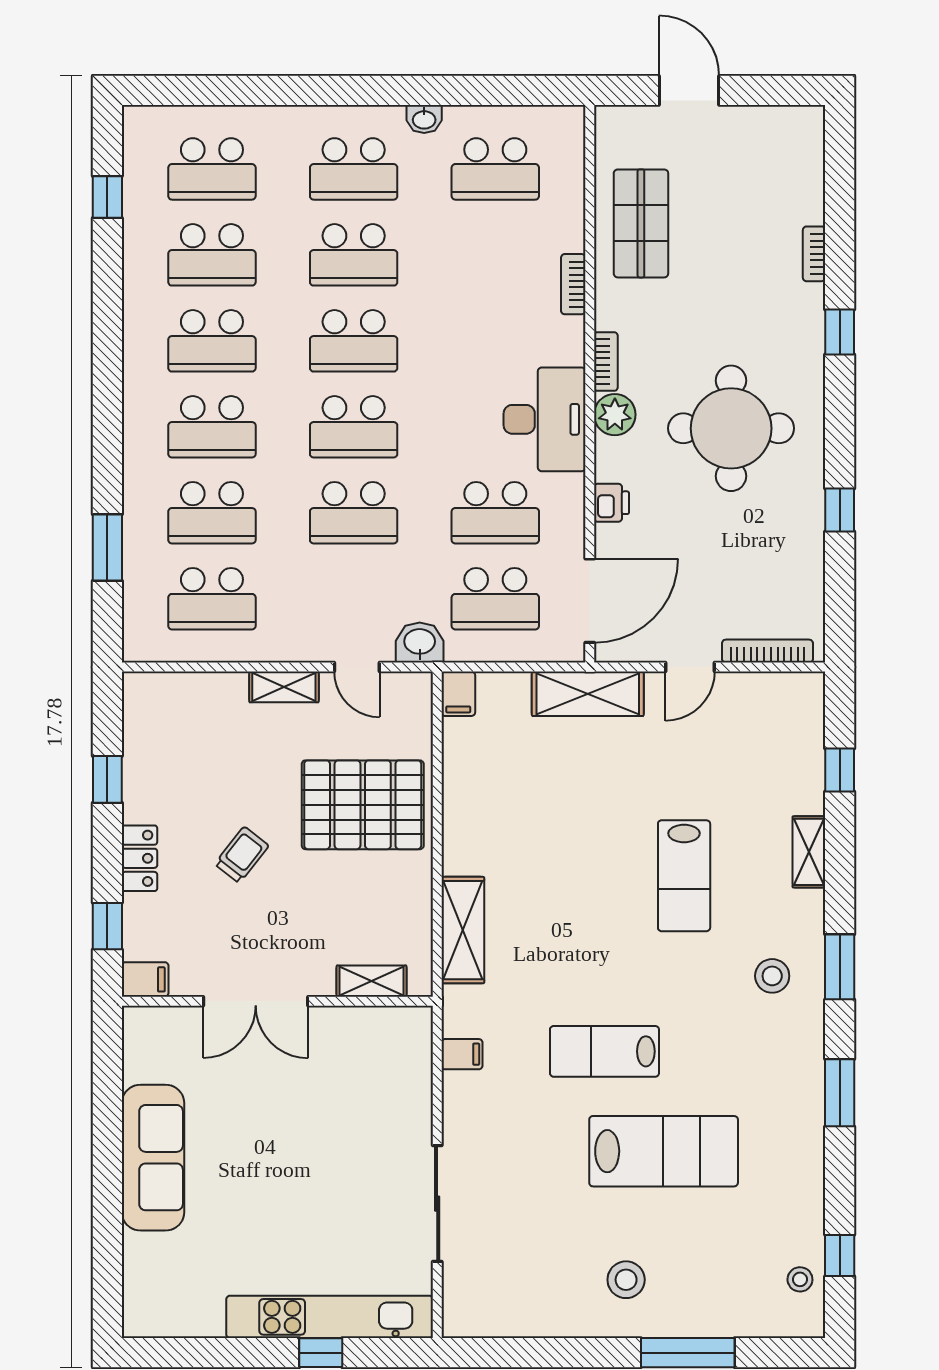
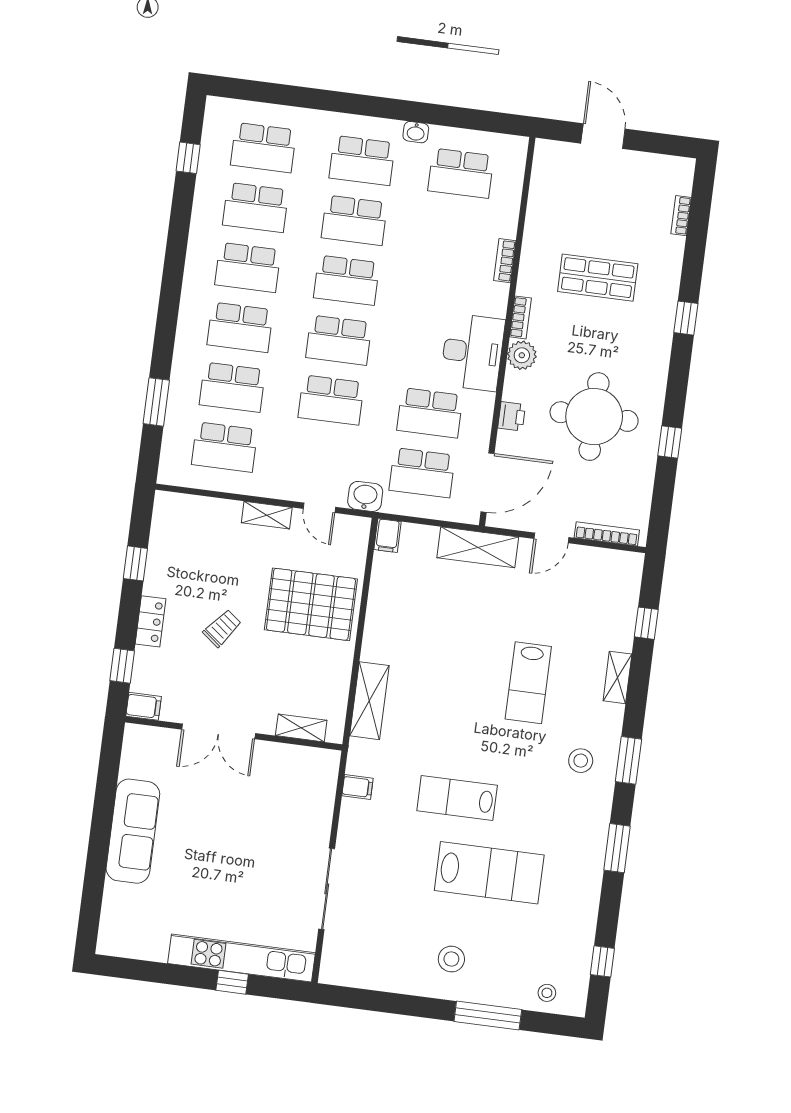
shop shelf: (641, 223) -> (598, 278), moved, turned 90
bookcase: (814, 254) -> (681, 216), moved
round table: (731, 428) -> (594, 417), moved
stool: (800, 1279) -> (547, 993), moved

